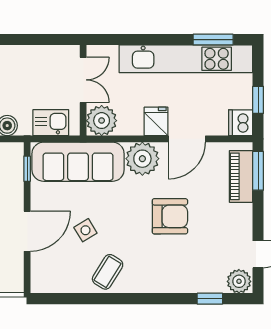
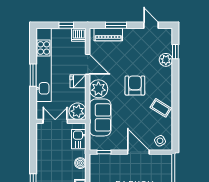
window: (213, 40) -> (33, 75), moved
sofa: (78, 162) -> (100, 117), width x0.73
window: (258, 171) -> (116, 25), moved
armchair: (170, 216) -> (135, 86), moved
side table: (85, 230) -> (160, 141), moved
plant: (239, 281) -> (166, 60), moved

